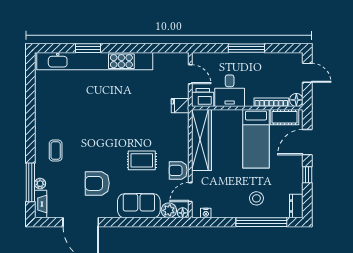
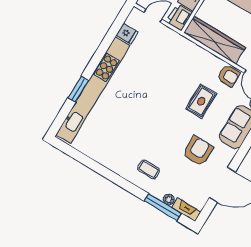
fridge: (180, 106) -> (127, 34), moved, turned -90
armchair: (178, 170) -> (228, 76), turned -90
armchair: (97, 183) -> (198, 151), turned 180

